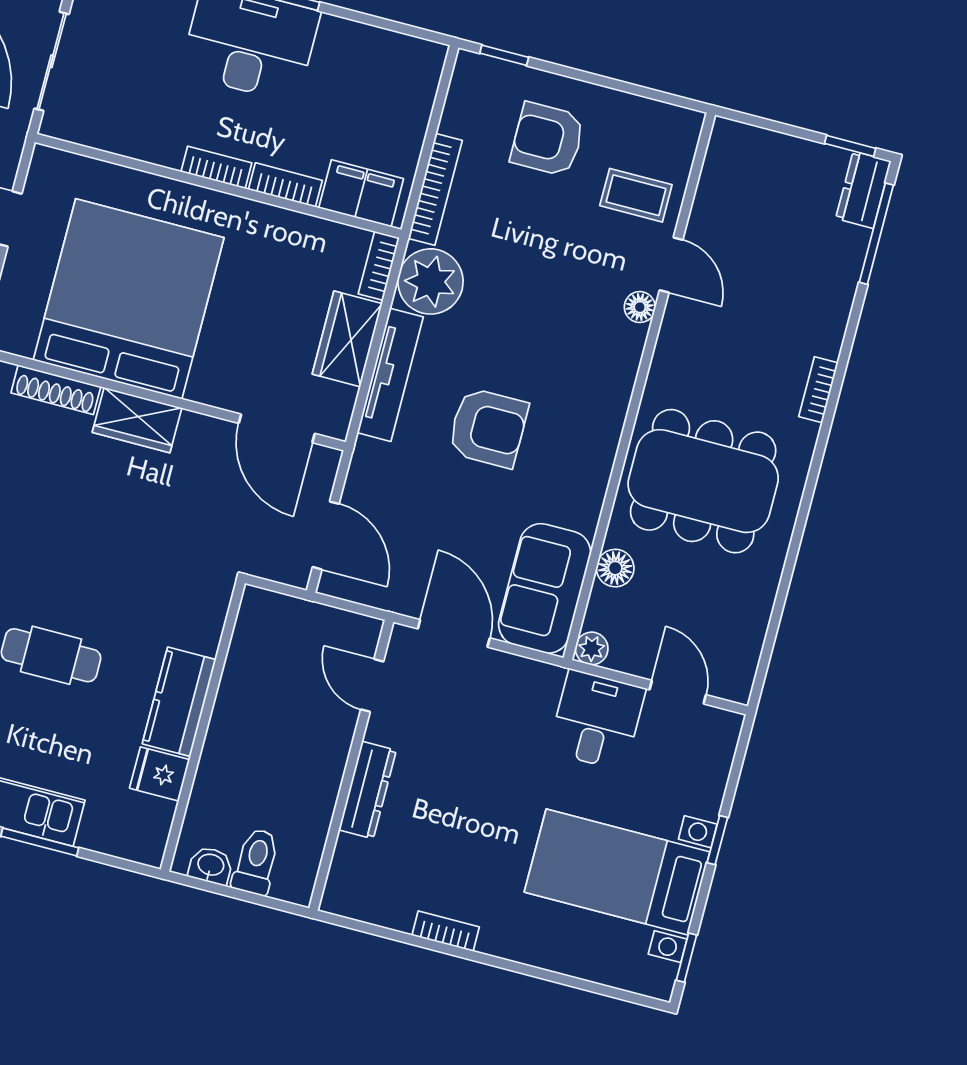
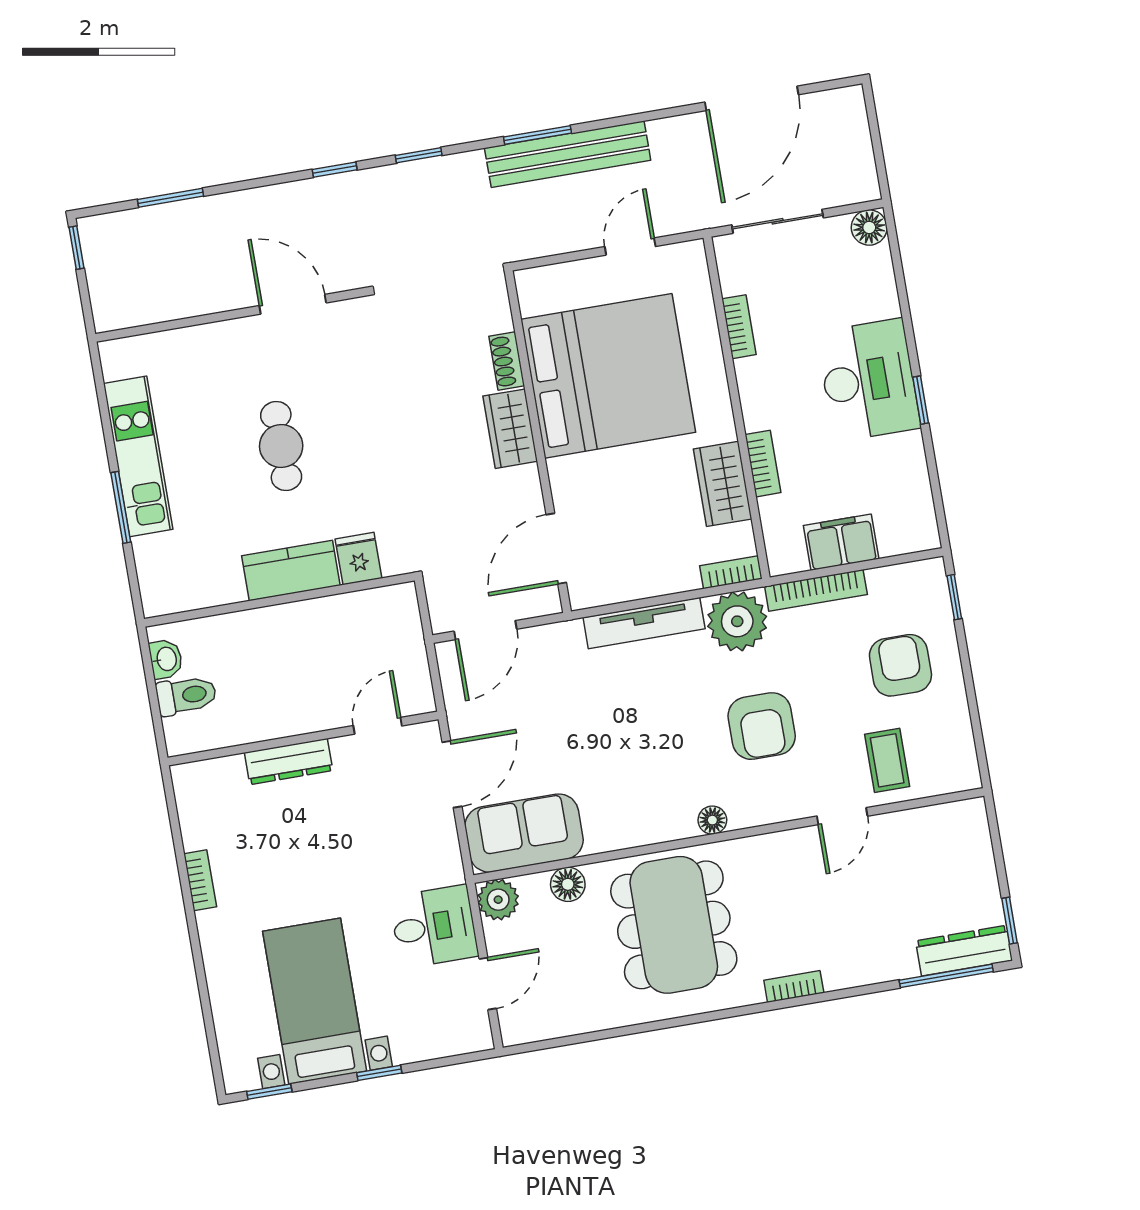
bookcase: (216, 167) -> (739, 327), moved
dresser: (863, 190) -> (964, 951), width x1.44
filing cabinet: (361, 193) -> (841, 542), moved, turned -90
floor lamp: (640, 307) -> (712, 820), moved
wardrobe: (347, 339) -> (723, 484), moved, turned -90
shoe rack: (56, 390) -> (507, 361), width x0.70
armchair: (488, 428) -> (762, 726), moved
plant: (592, 648) -> (498, 900), width x1.38, depth x1.38
fridge: (160, 774) -> (358, 559), moved

